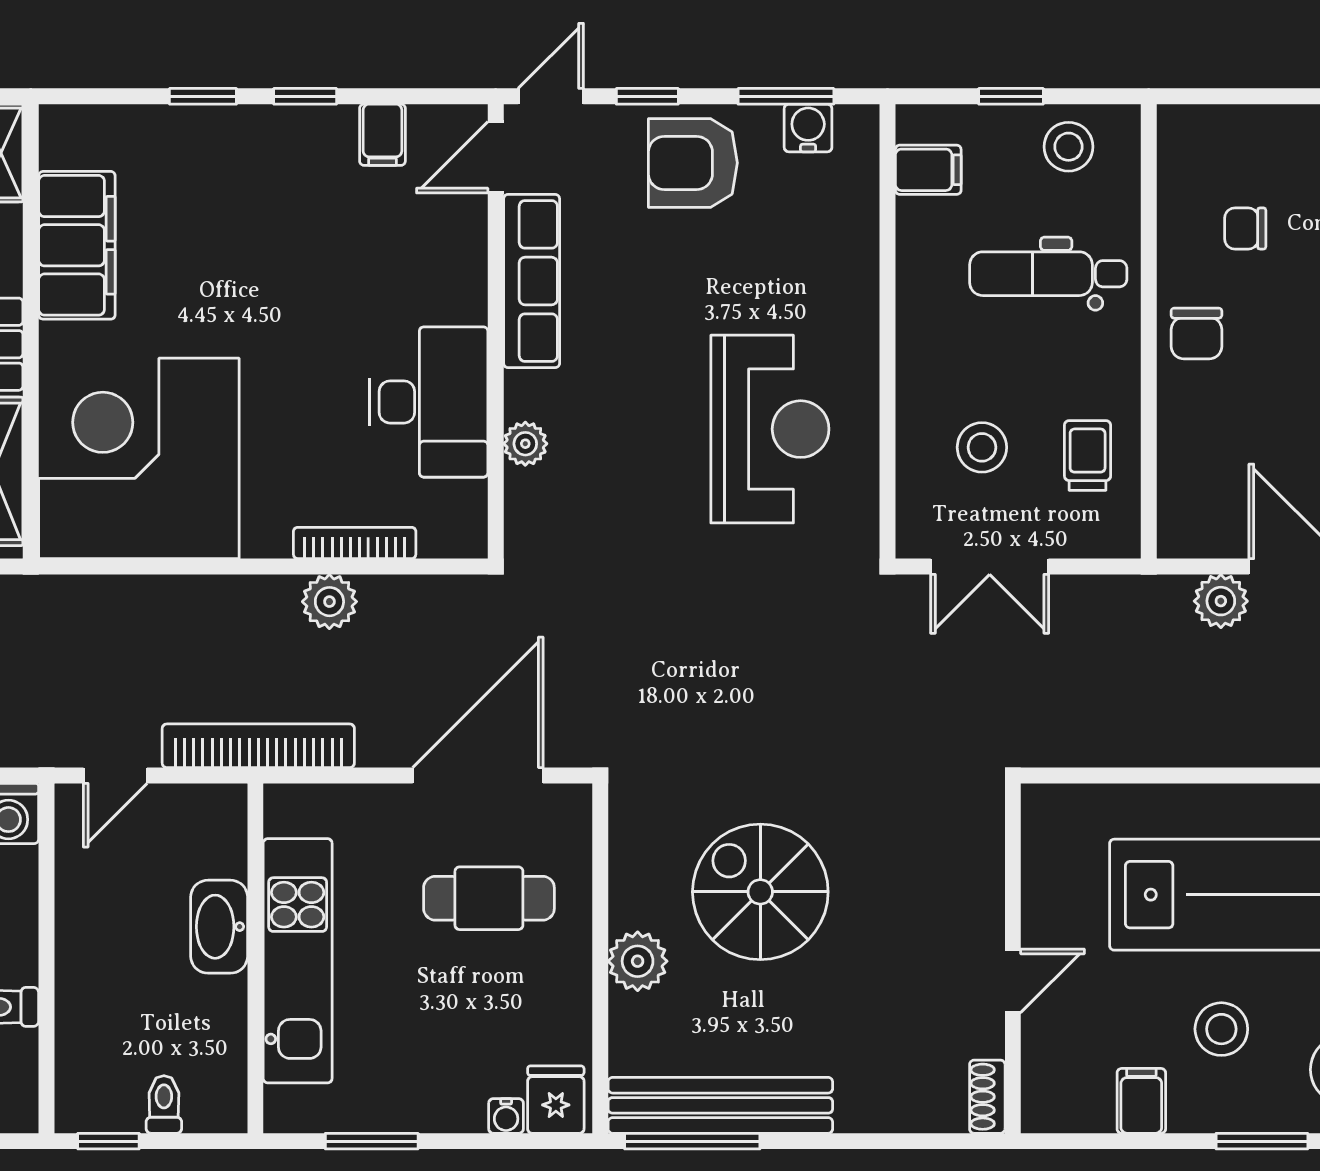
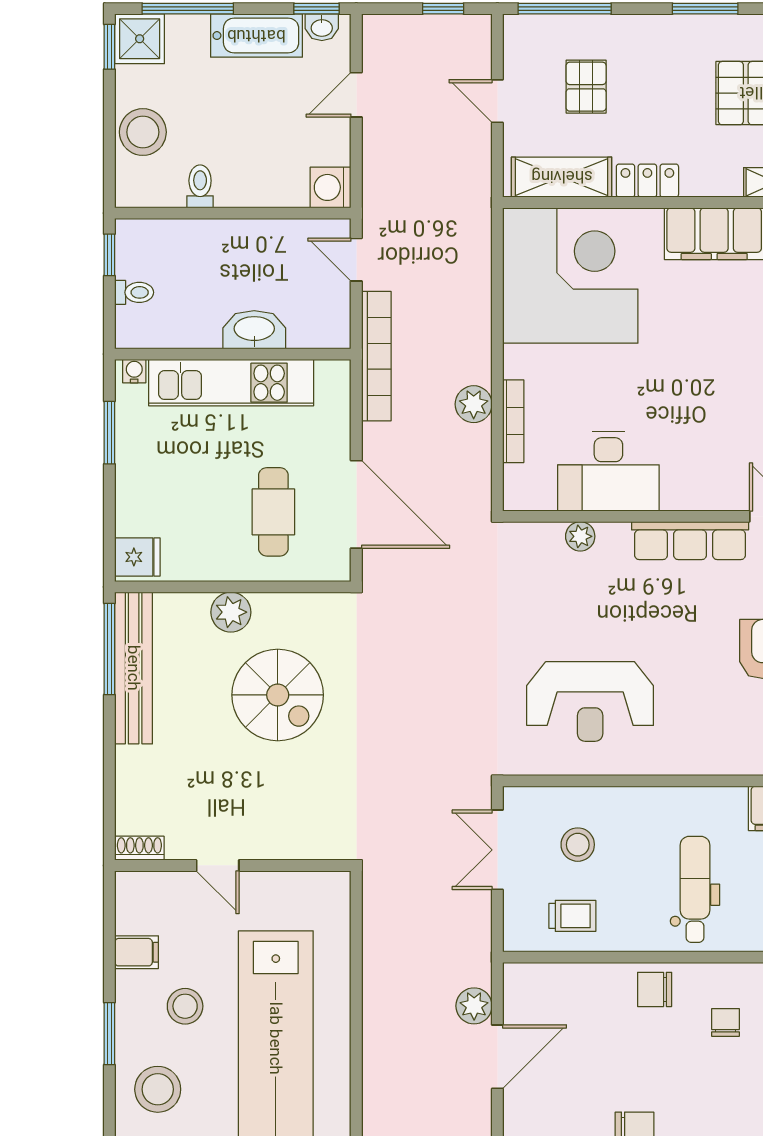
spiral stairs: (760, 892) -> (278, 695), turned 90
water cooler: (506, 1116) -> (134, 371), moved, turned 90

